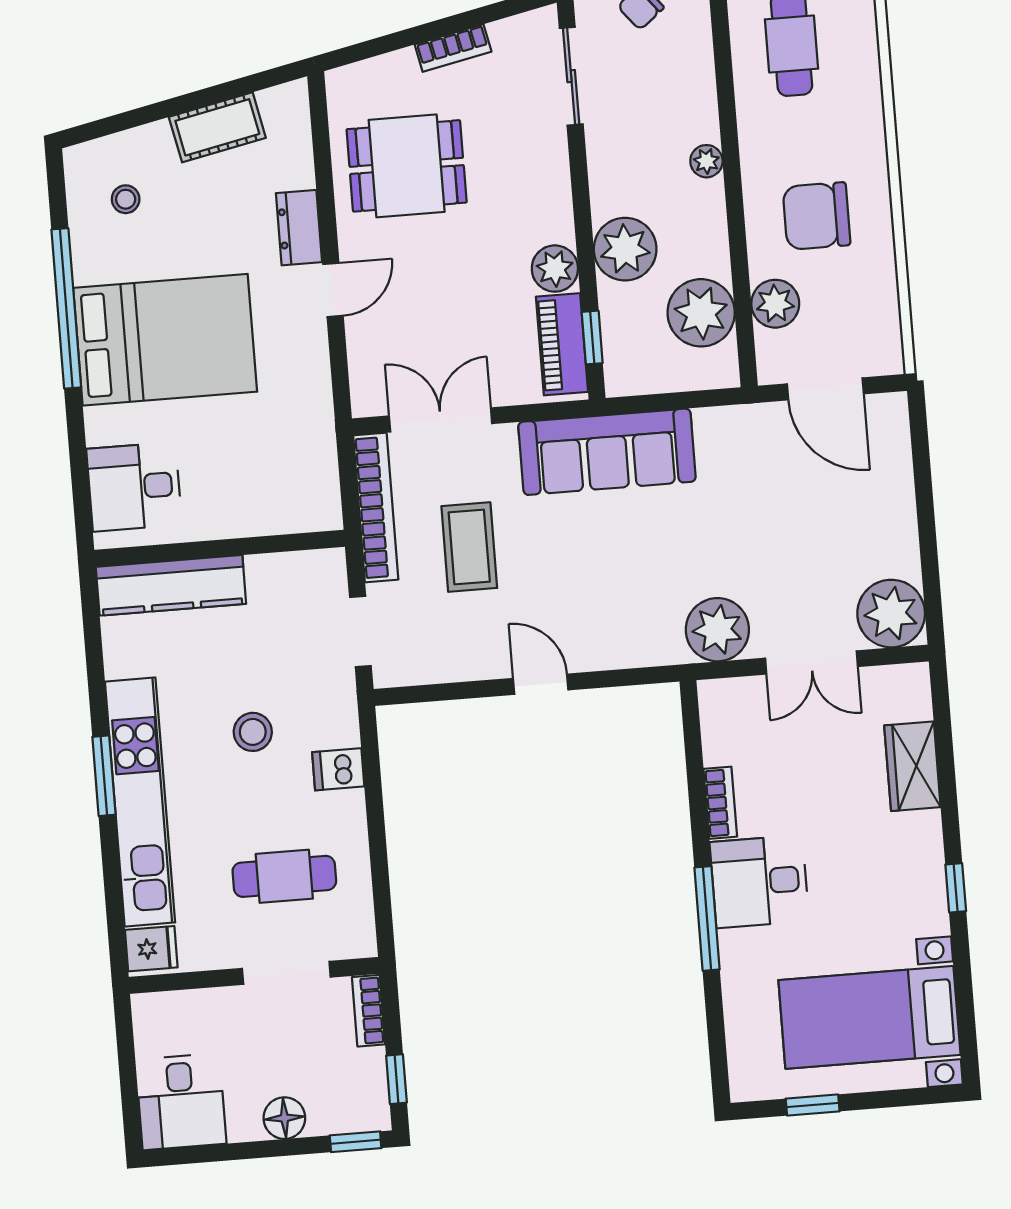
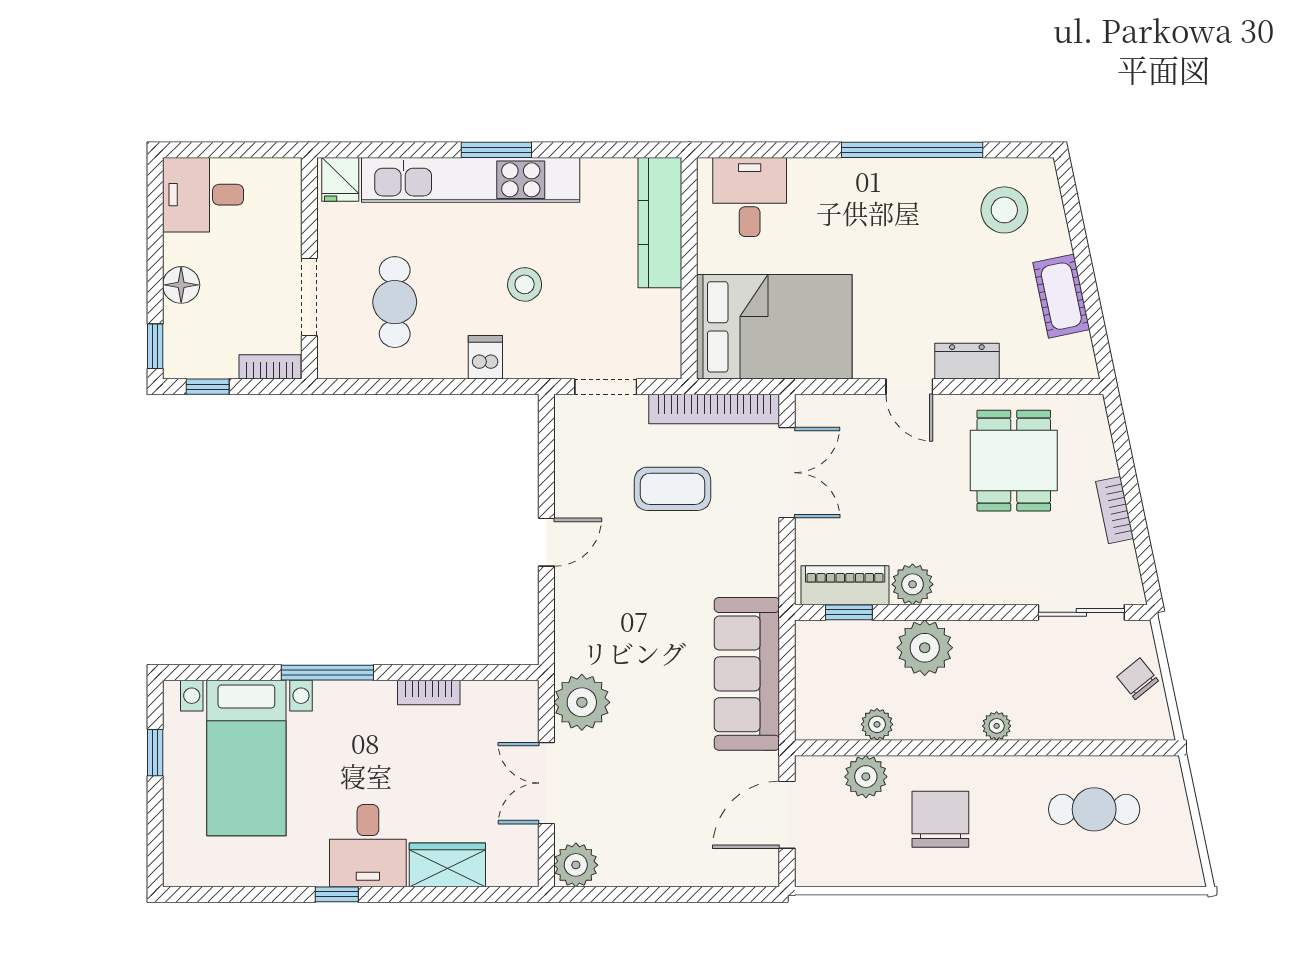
stool: (126, 199) -> (1004, 210), width x1.89, depth x1.89
plant: (701, 313) -> (877, 724), width x0.53, depth x0.53
bed: (165, 340) -> (774, 327), moved, turned -90
sofa: (607, 452) -> (747, 674), moved
plant: (891, 614) -> (576, 865), width x0.73, depth x0.73
desk: (759, 882) -> (368, 846), moved, turned 180
bed with nightstands: (869, 1017) -> (246, 758), moved, turned 180

